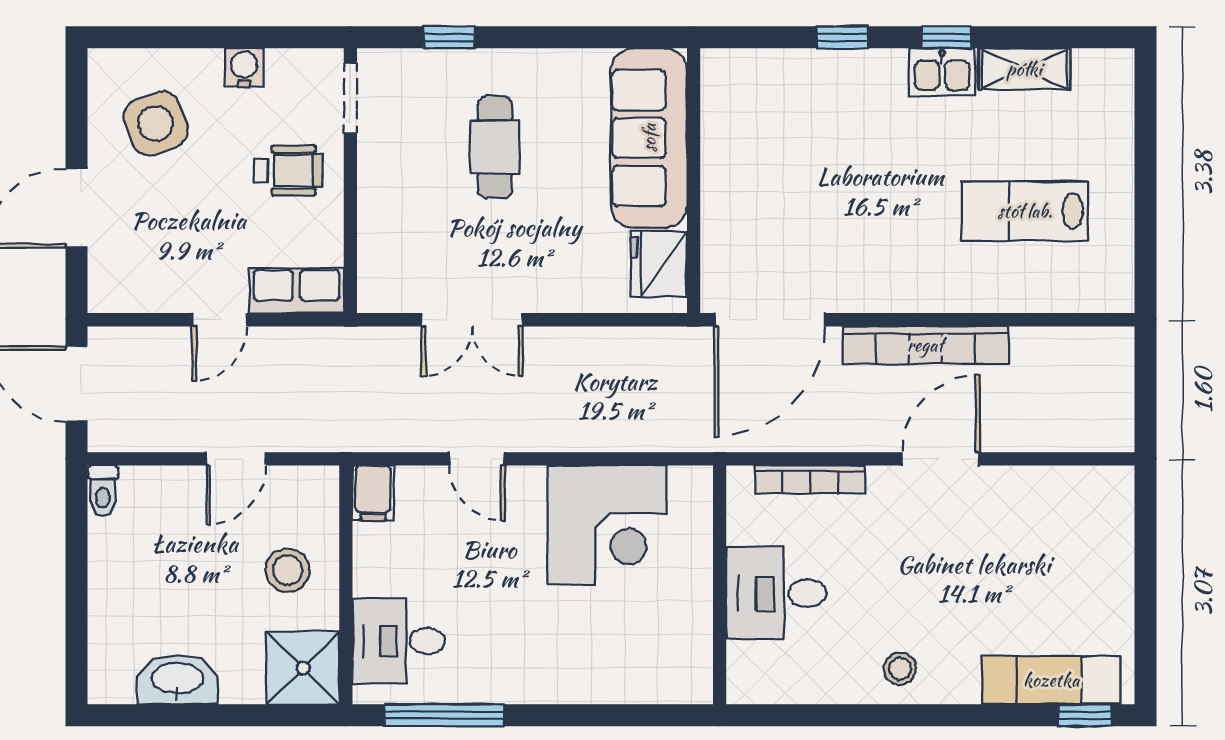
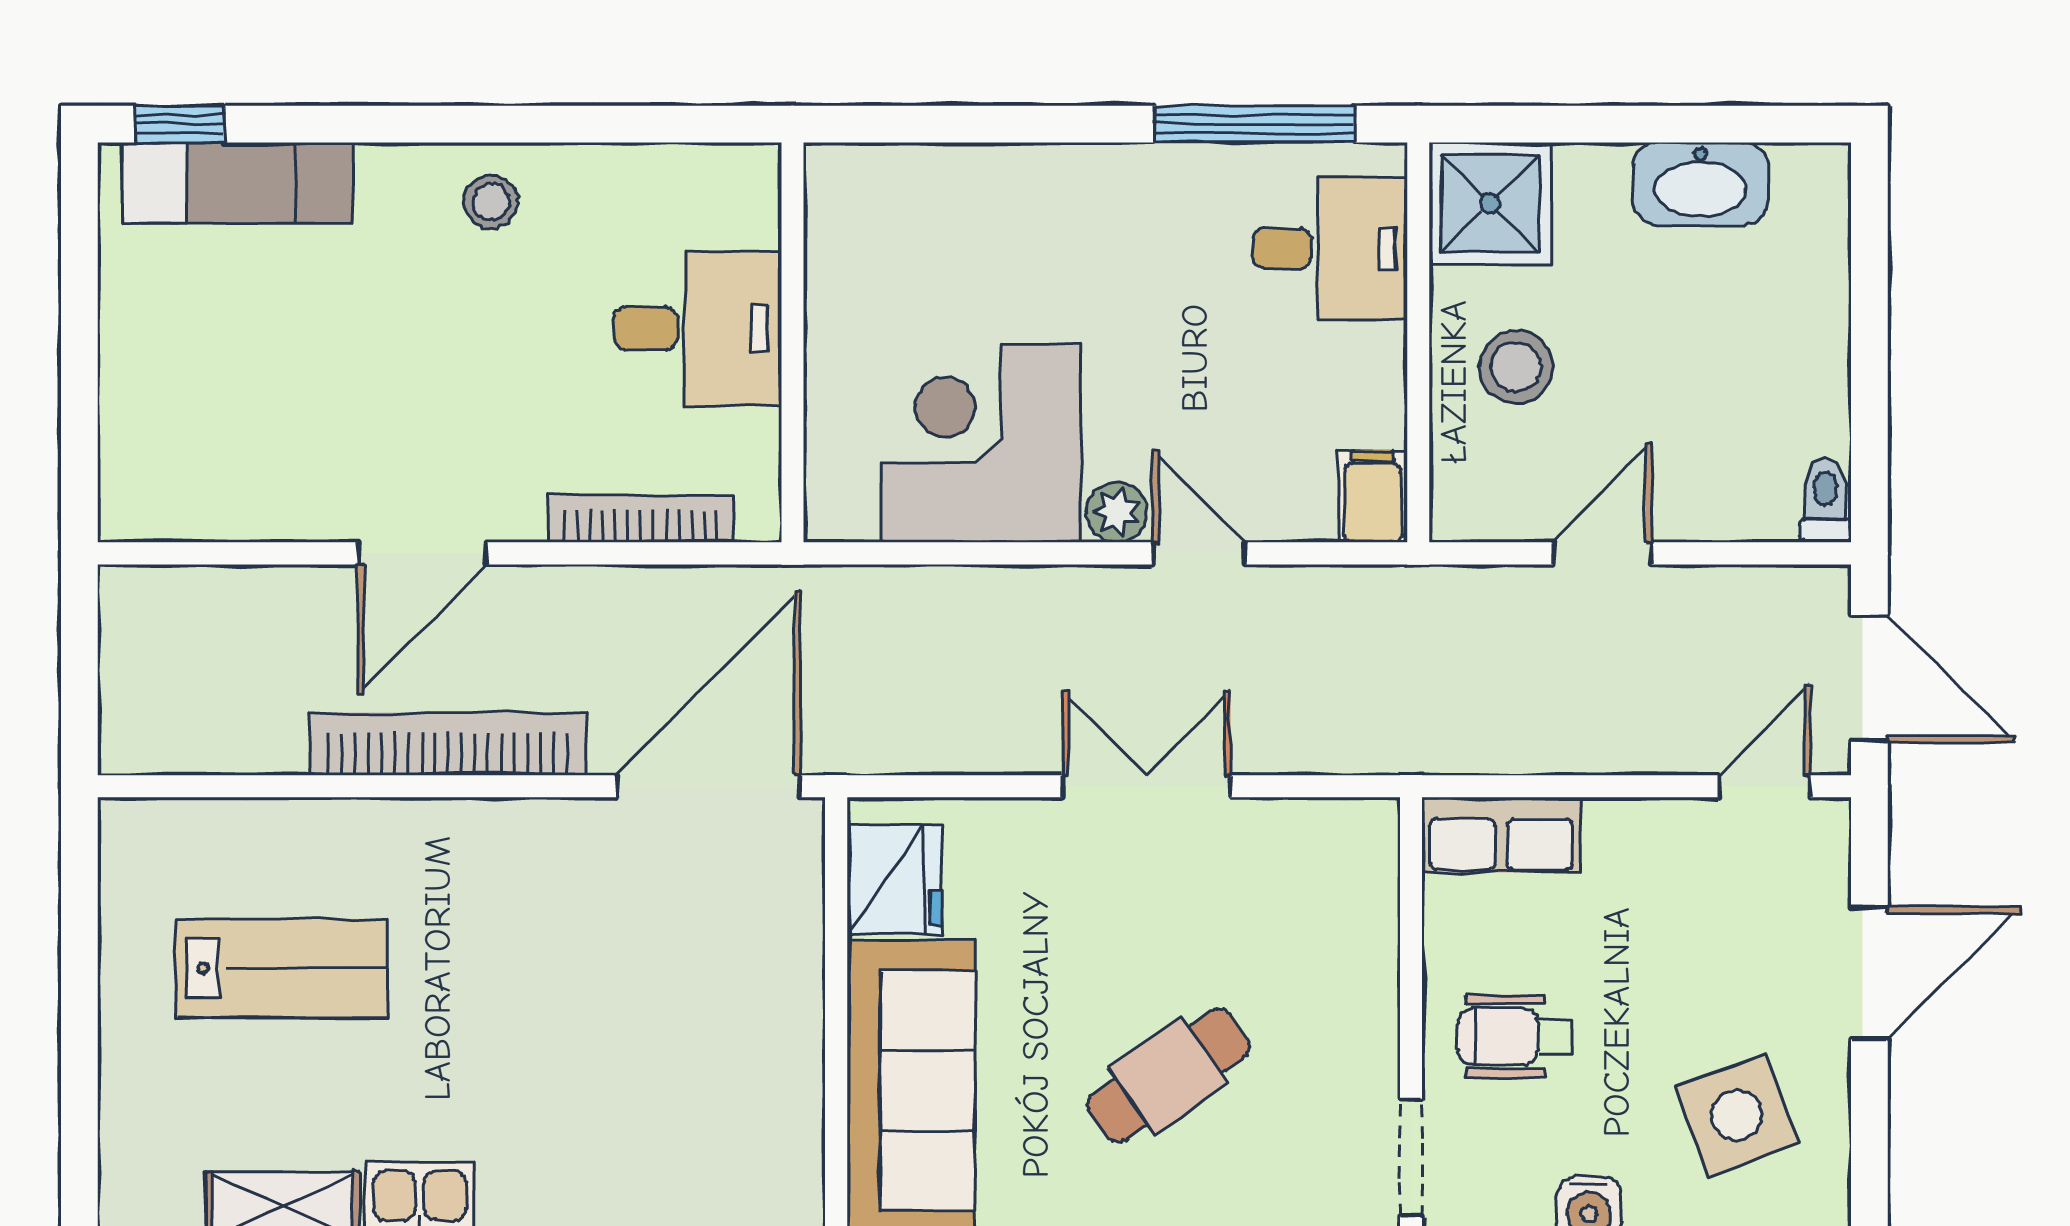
cafe table: (495, 147) -> (1169, 1075), turned 55
door: (220, 320) -> (1764, 786), moved
double door: (472, 320) -> (1146, 786), moved
plant: (526, 483) -> (1117, 512), added

